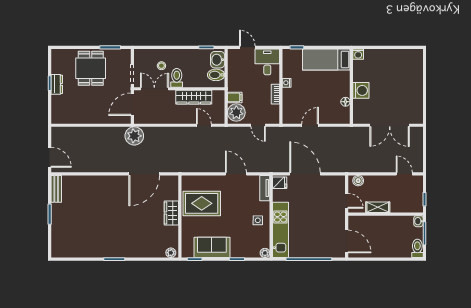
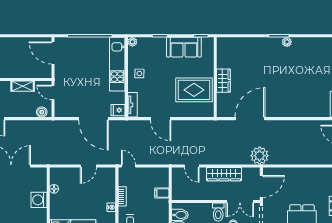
wardrobe: (194, 97) -> (224, 174), moved, turned 180
plant: (236, 113) -> (160, 178), removed
door: (258, 125) -> (128, 166), moved
plant: (171, 253) -> (287, 42), moved

